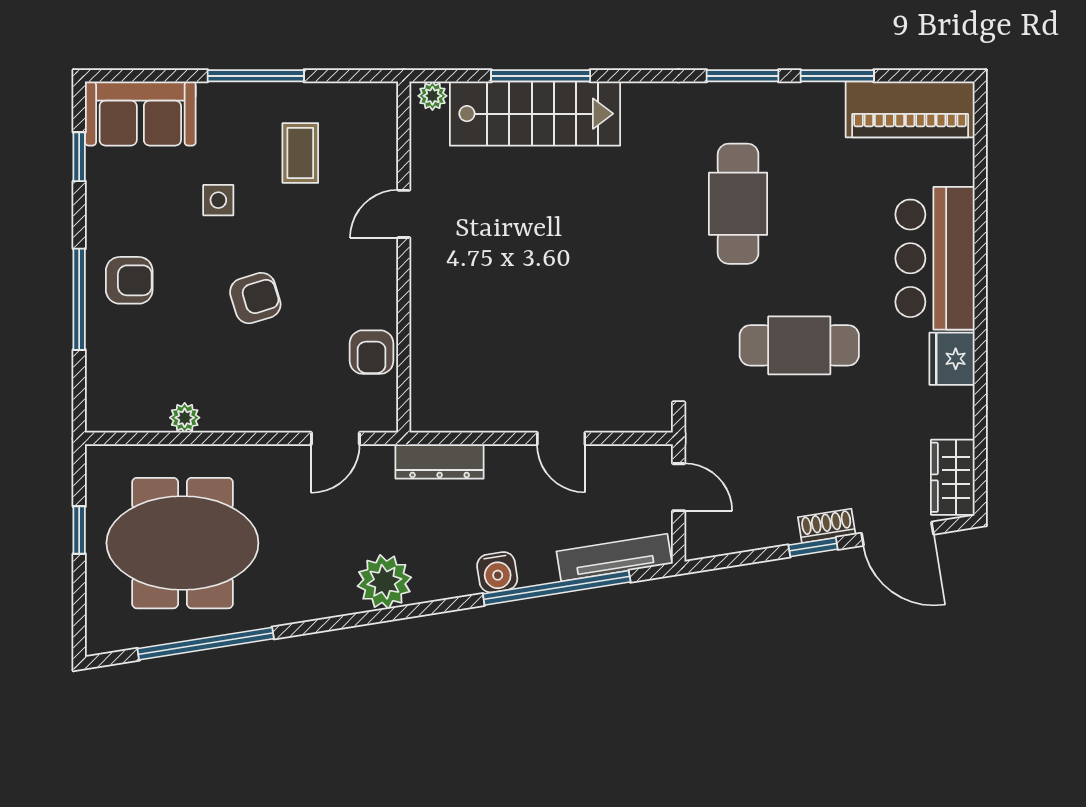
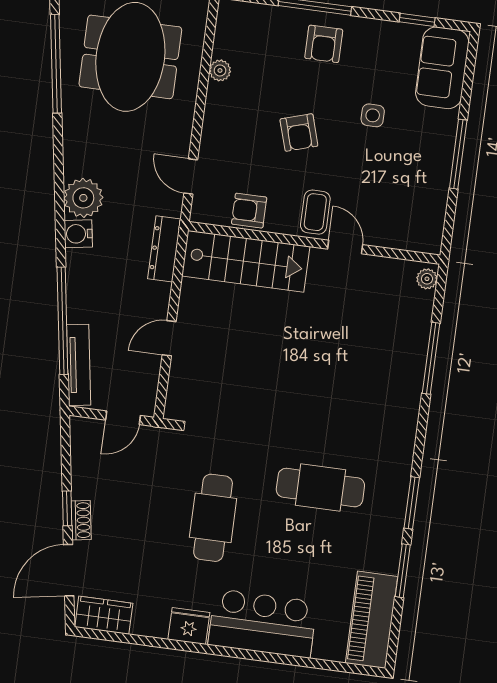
stairs: (535, 114) -> (246, 261), moved, turned -90
coffee table: (300, 153) -> (315, 212), moved, turned 90
water cooler: (497, 572) -> (78, 234), moved

